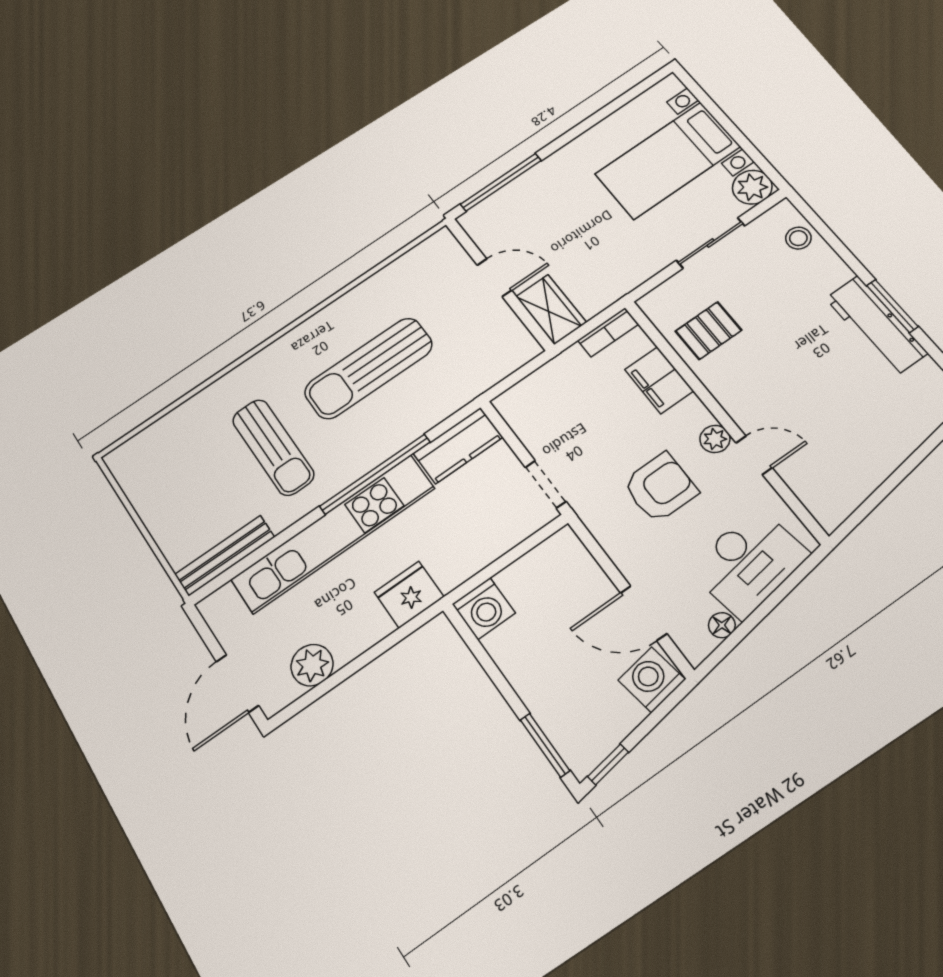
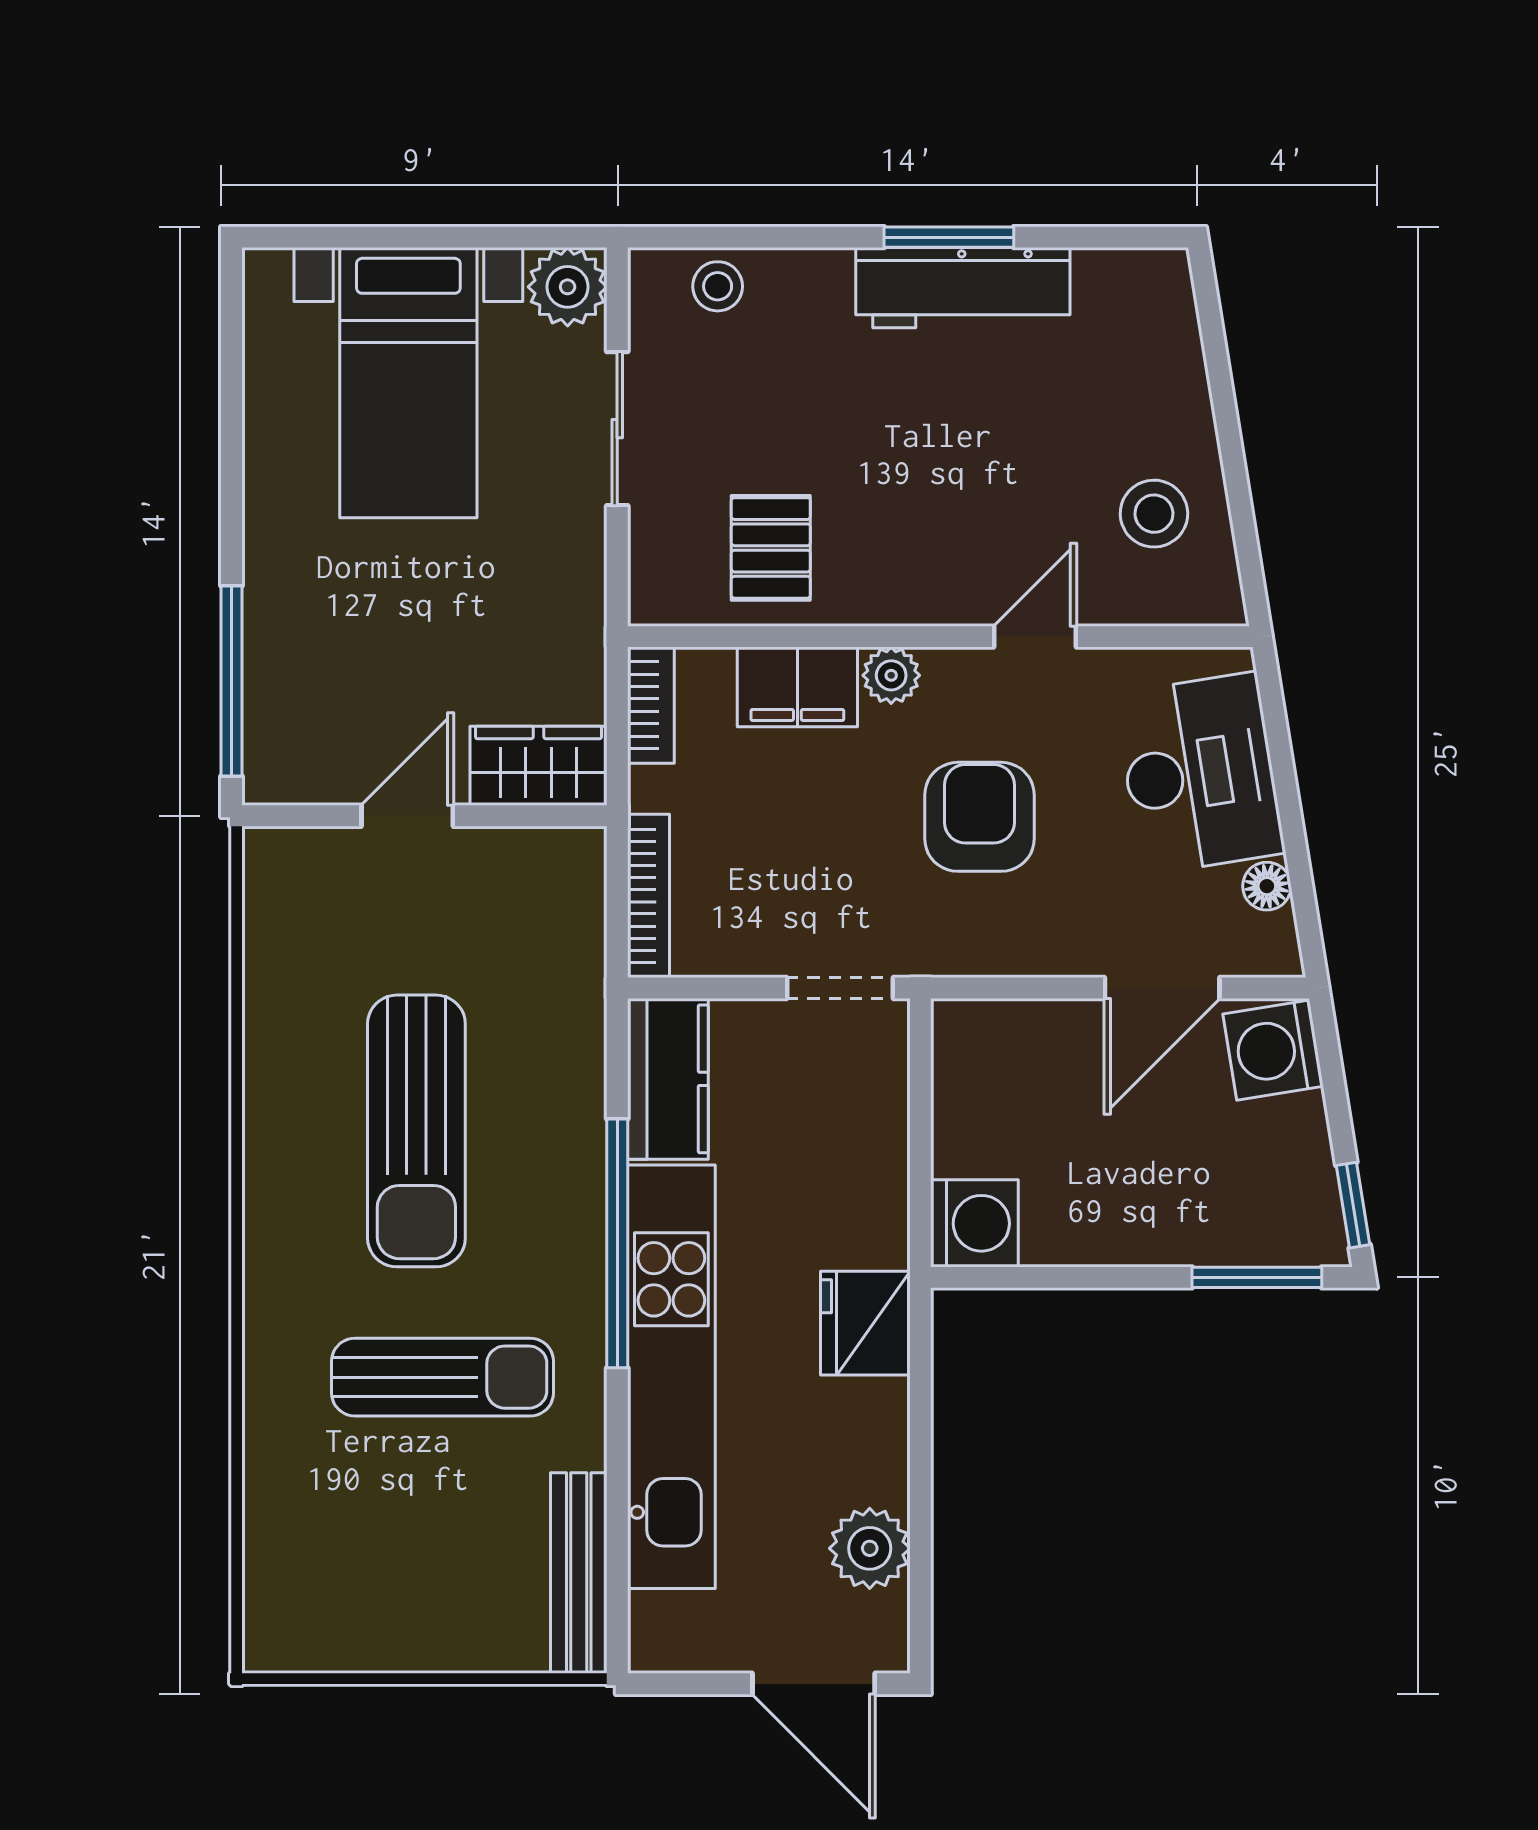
bookcase: (529, 386) -> (649, 896), added
plant: (715, 439) -> (891, 675), moved
stool: (845, 465) -> (1154, 514), added

